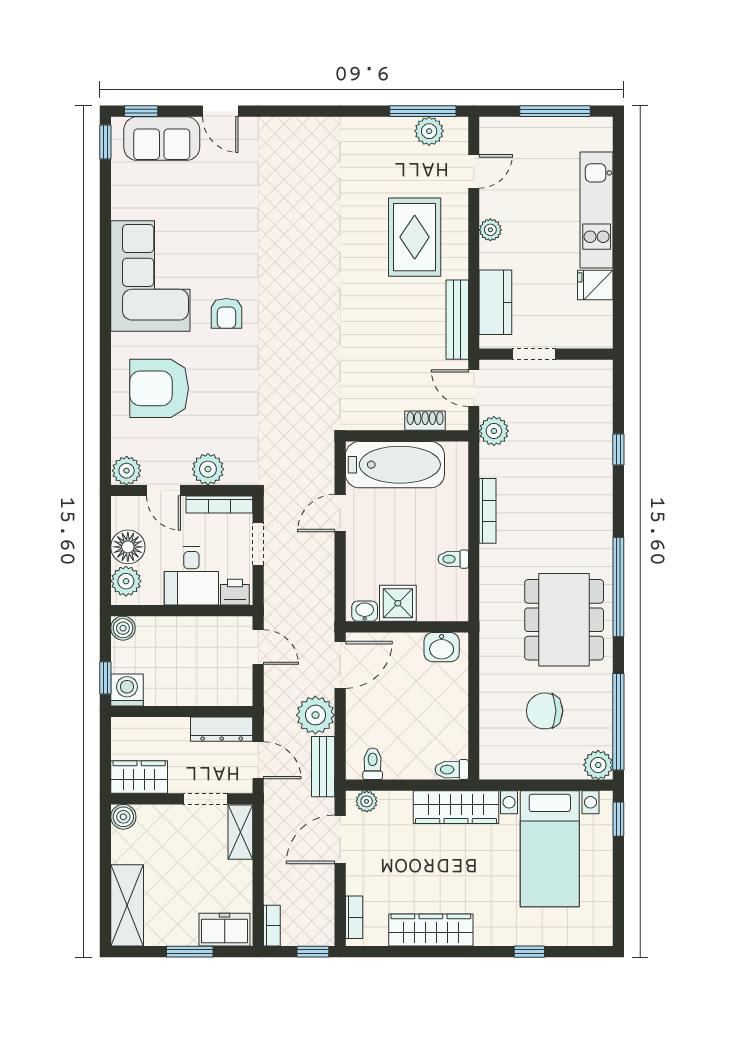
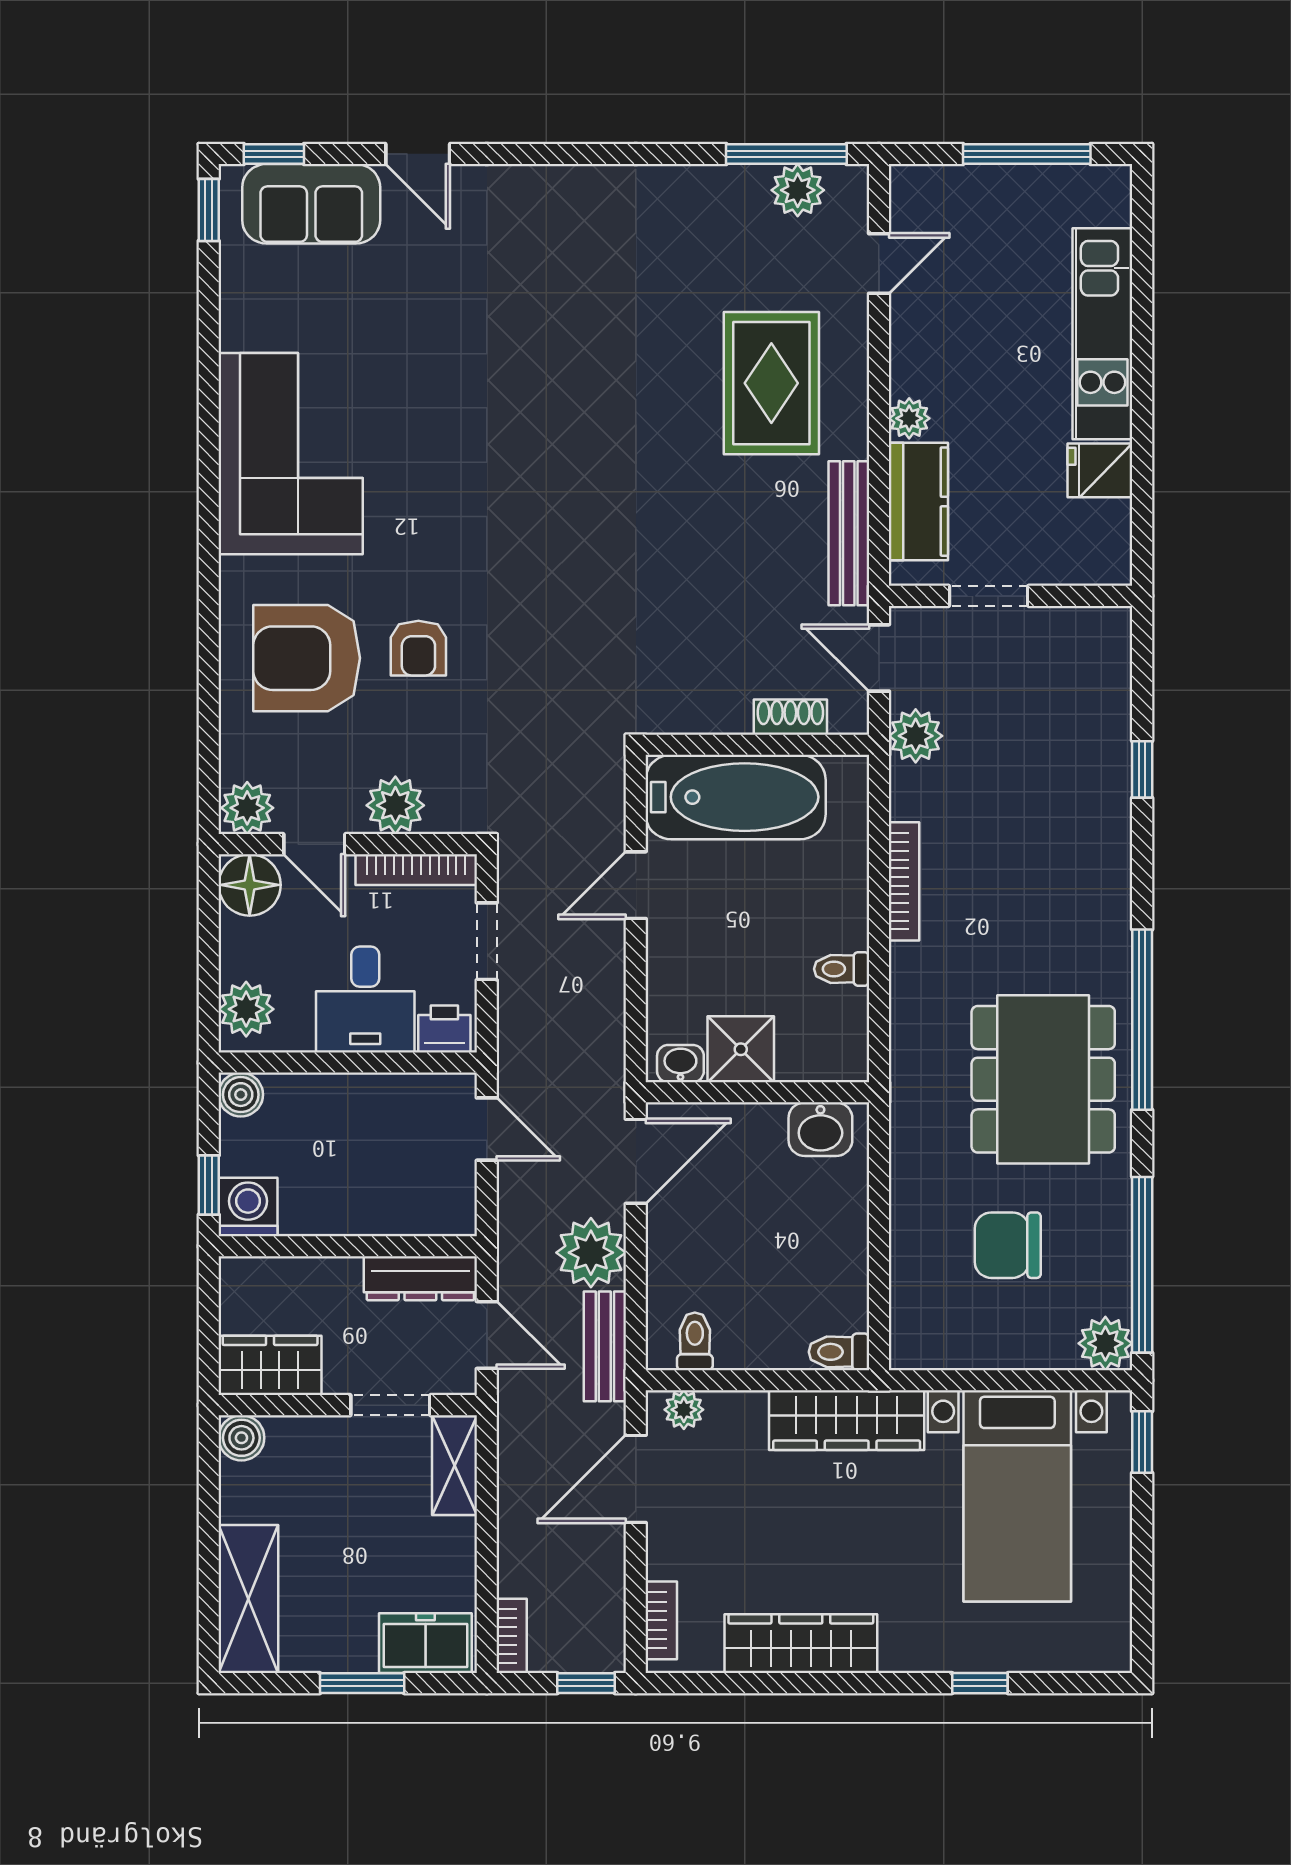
plant: (490, 230) -> (909, 418), moved
armchair: (226, 313) -> (418, 648), moved
floor lamp: (128, 547) -> (250, 885), moved

